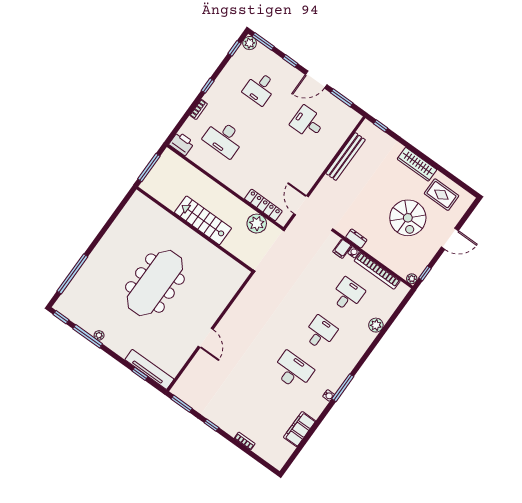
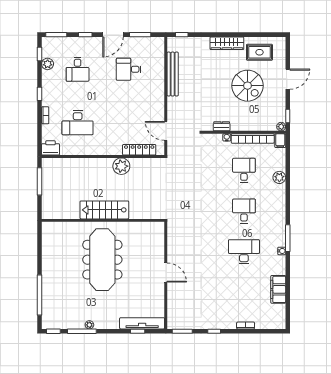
plant: (250, 43) -> (48, 64), moved
stairs: (203, 220) -> (104, 210), moved
plant: (257, 224) -> (121, 166), moved
wall: (195, 229) -> (103, 220), moved
filing cabinet: (342, 249) -> (280, 141), moved

